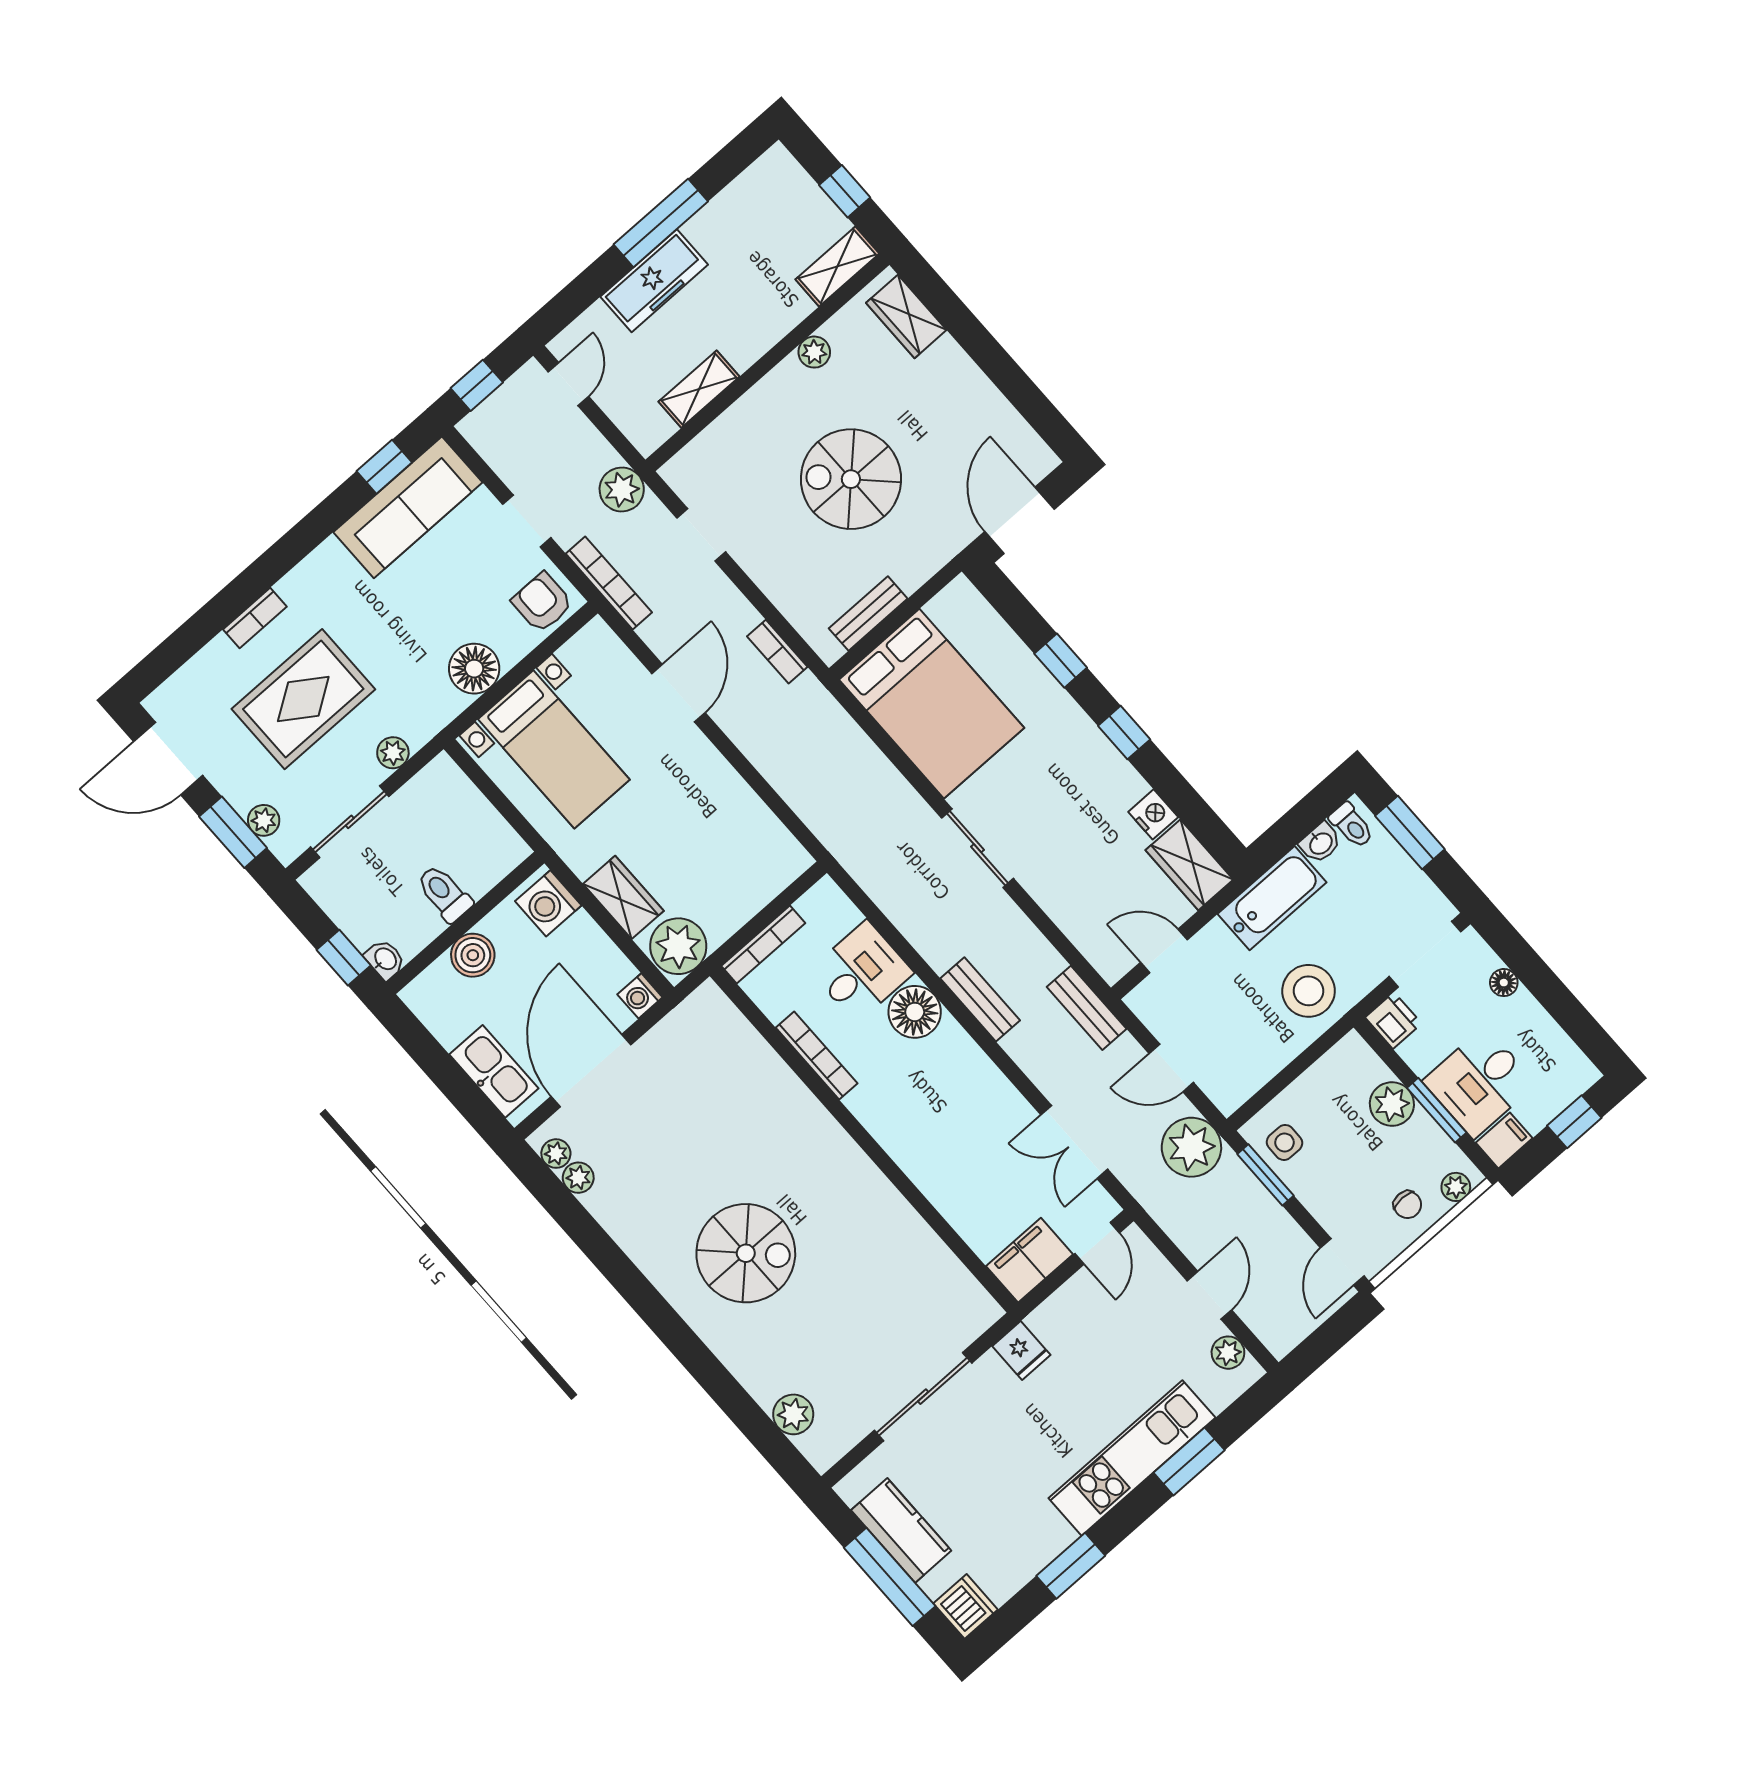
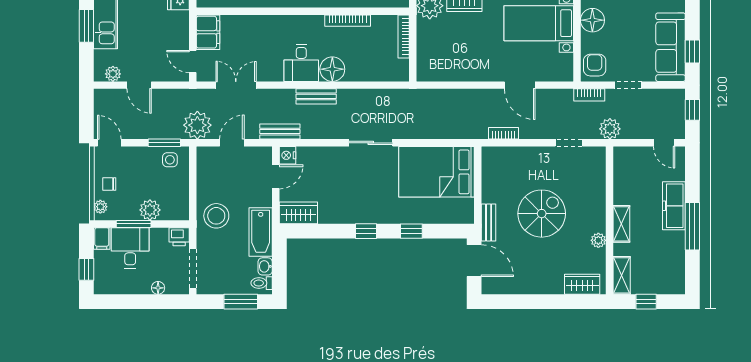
shelving: (699, 389) -> (621, 224), moved
bookcase: (609, 583) -> (589, 95), width x0.64
armchair: (542, 602) -> (595, 65), turned -90
bench: (868, 614) -> (489, 222), moved
nightstand: (1153, 814) -> (287, 155), moved, turned 90
desk: (862, 972) -> (301, 63), moved

